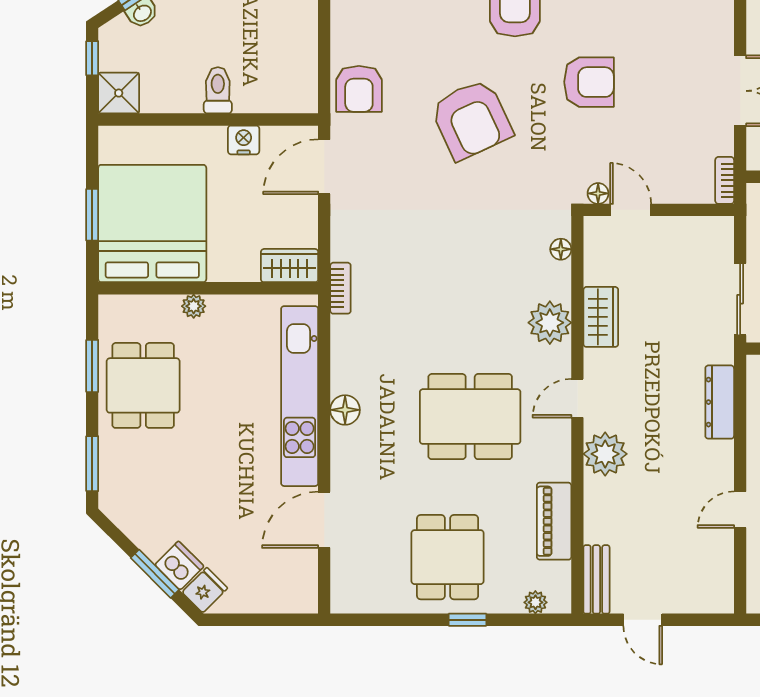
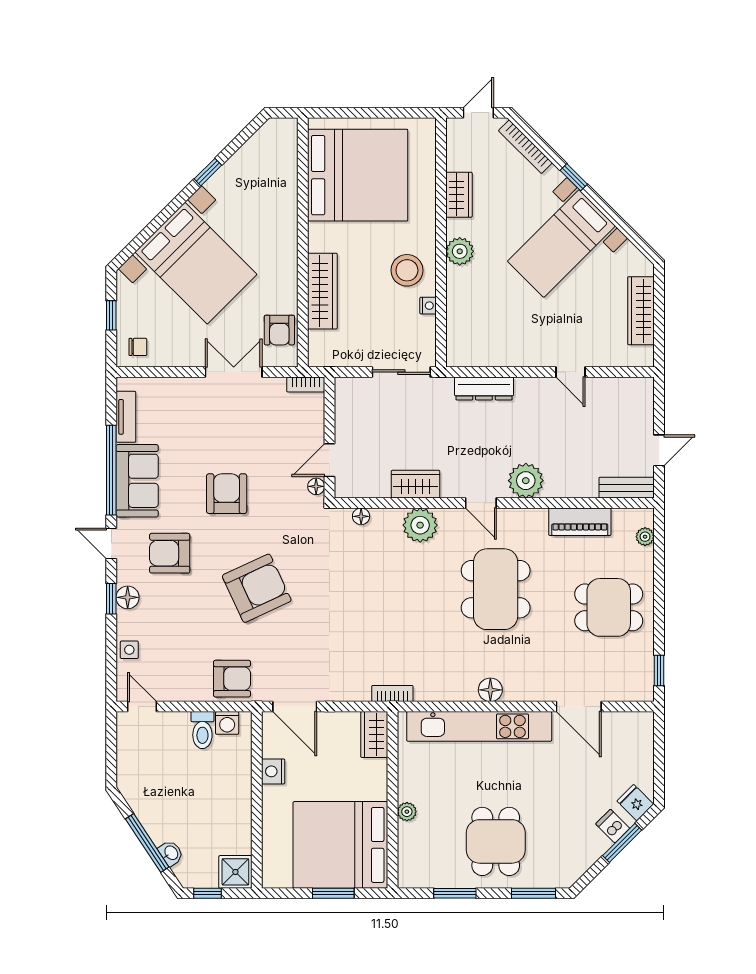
washing machine: (304, 83) -> (227, 723), added
toilet: (218, 90) -> (202, 730), moved, turned -90
dining table: (143, 385) -> (496, 841), moved, turned 90
dishwasher: (179, 566) -> (613, 826), width x0.73
window: (468, 620) -> (659, 670), moved

